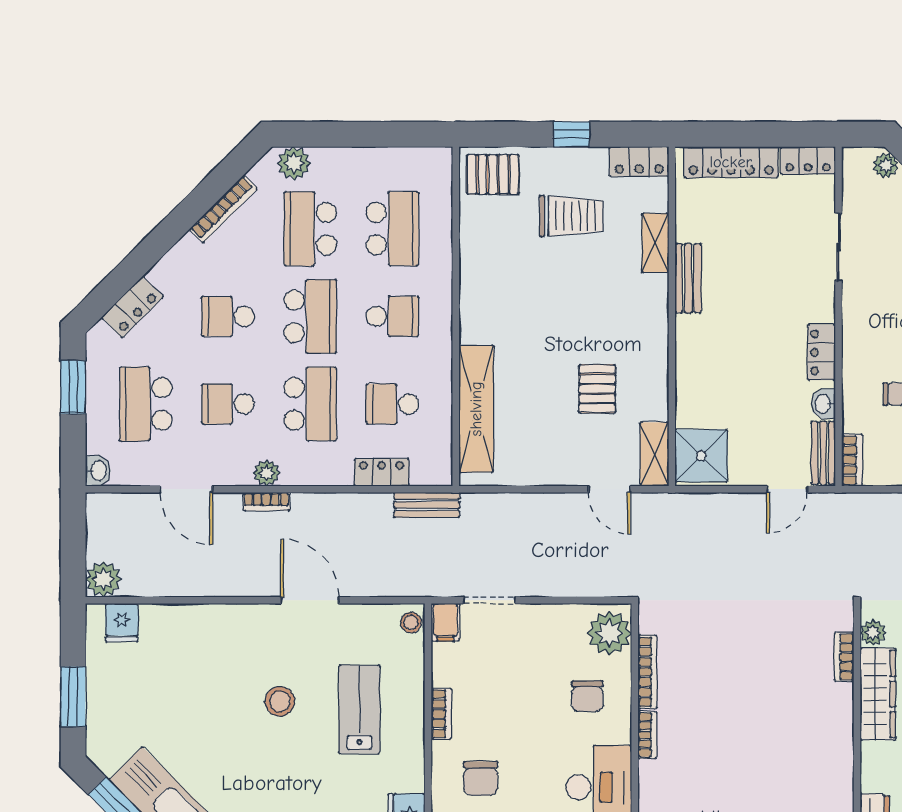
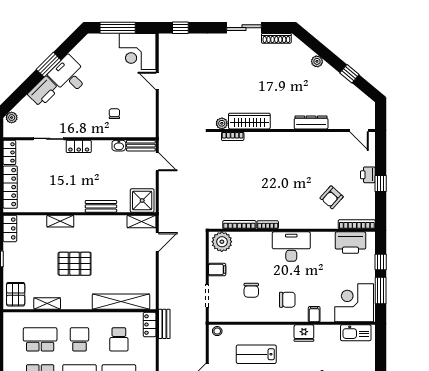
trolley: (571, 216) -> (34, 259), removed
shelving: (655, 243) -> (60, 221), moved
shelving: (472, 244) -> (47, 304), added
bench: (688, 278) -> (101, 206), moved
locker: (821, 352) -> (79, 146), moved
pallet: (597, 389) -> (75, 264), moved, width x1.50, depth x1.42
bookcase: (852, 460) -> (144, 133), removed
locker: (382, 472) -> (150, 325), moved
filing cabinet: (445, 622) -> (217, 270), moved
chair: (587, 696) -> (251, 290), moved, turned 90
bookcase: (441, 714) -> (258, 317), removed

